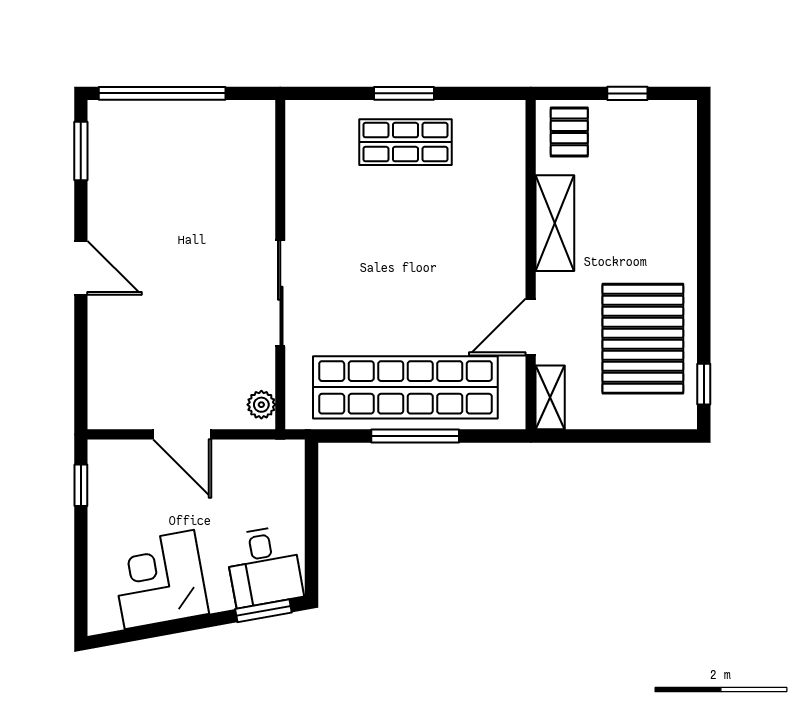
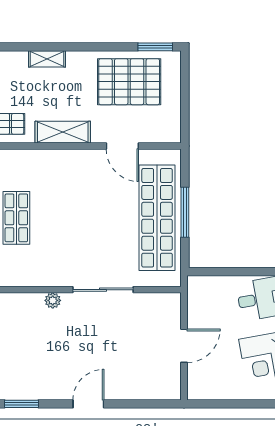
window: (704, 384) -> (155, 47), width x1.50
shelving: (550, 397) -> (47, 59), moved
plant: (261, 405) -> (53, 300), moved
window: (81, 485) -> (213, 404), removed

